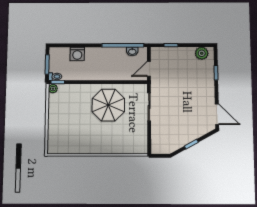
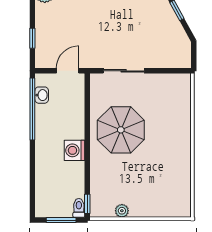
washing machine: (77, 54) -> (74, 150), moved, turned 180
door: (149, 69) -> (68, 71), swing flipped
plant: (53, 89) -> (122, 211), moved

